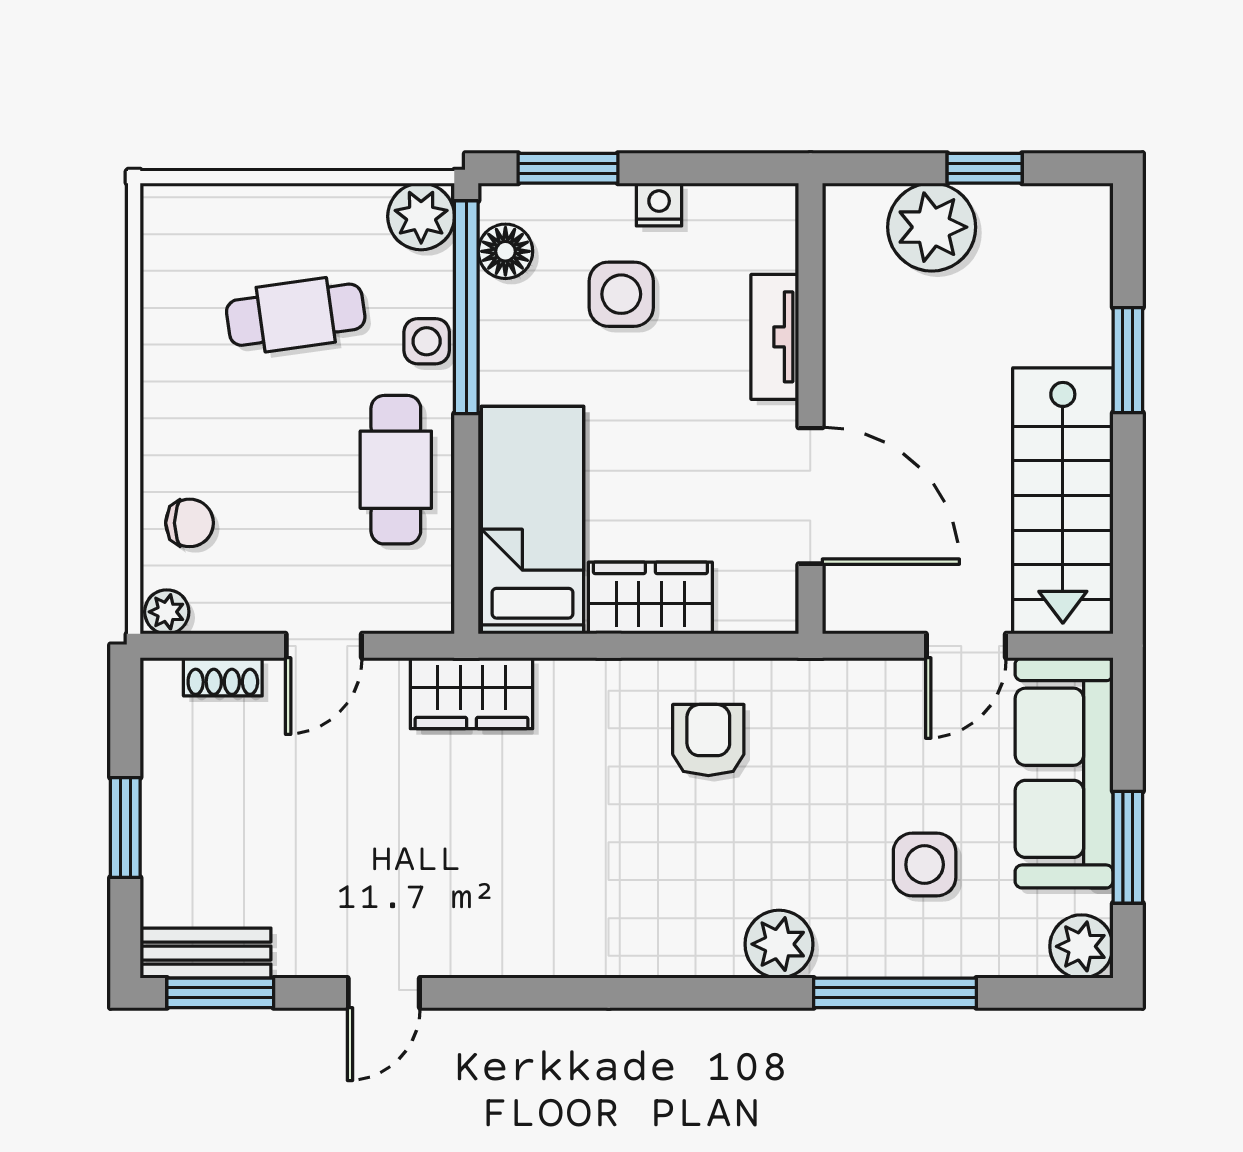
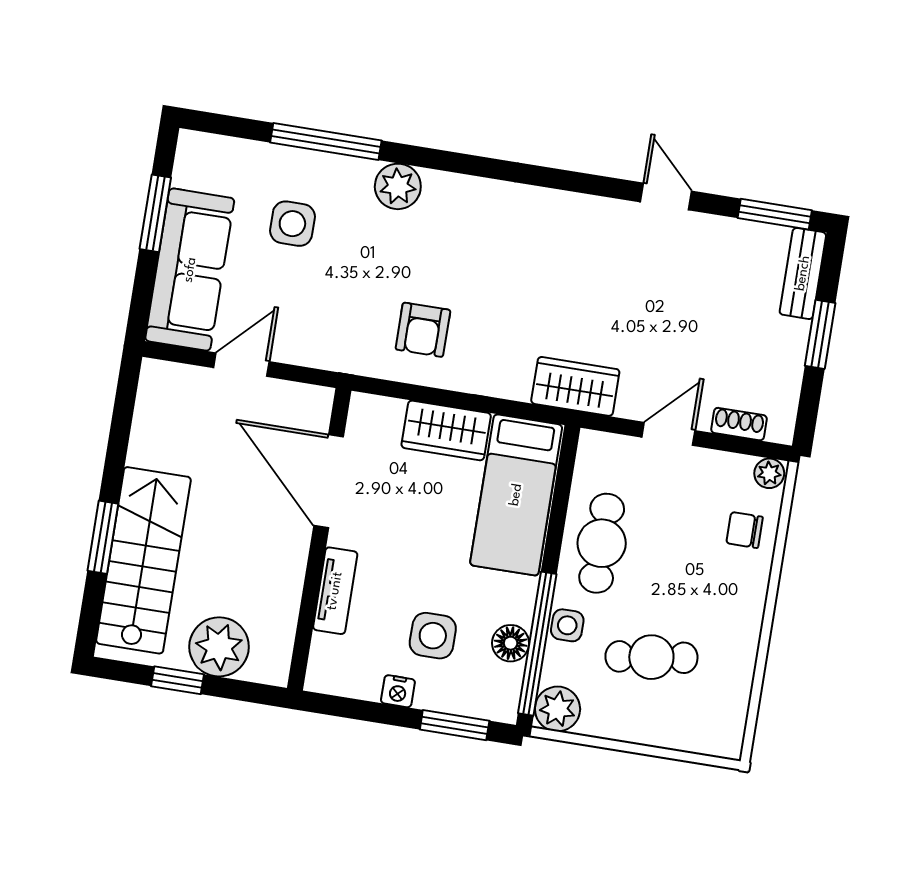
floor lamp: (505, 251) -> (511, 643), moved
stairs: (1063, 501) -> (144, 560), moved
plant: (1081, 946) -> (197, 152), removed
bench: (205, 953) -> (803, 273), moved, turned 90
door: (384, 993) -> (666, 197), hinge flipped

